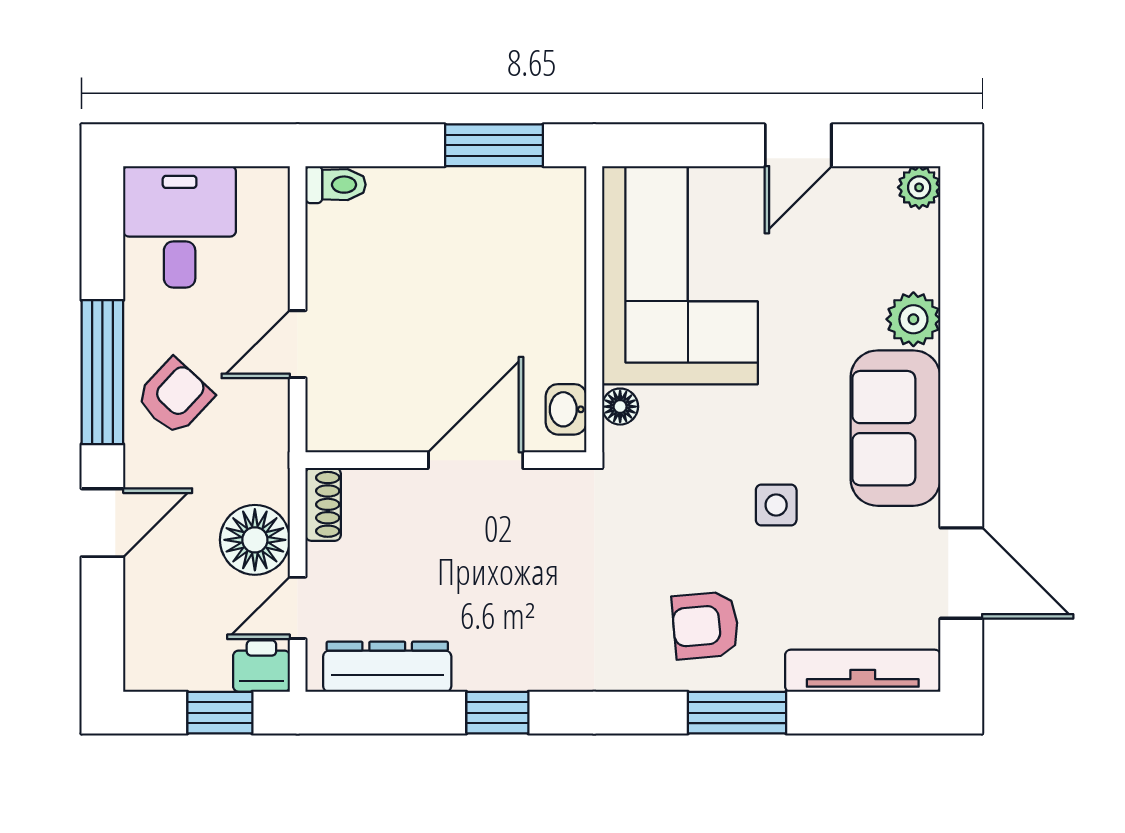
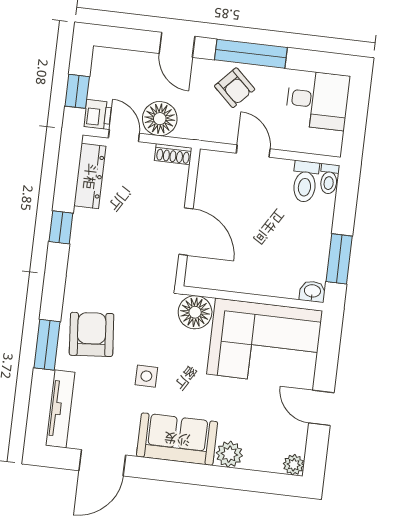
toilet: (347, 232) -> (305, 182), added
floor lamp: (620, 407) -> (195, 312), width x1.89, depth x1.89
washbasin: (566, 409) -> (312, 291), moved
armchair: (705, 625) -> (92, 334), width x1.38, depth x1.38

